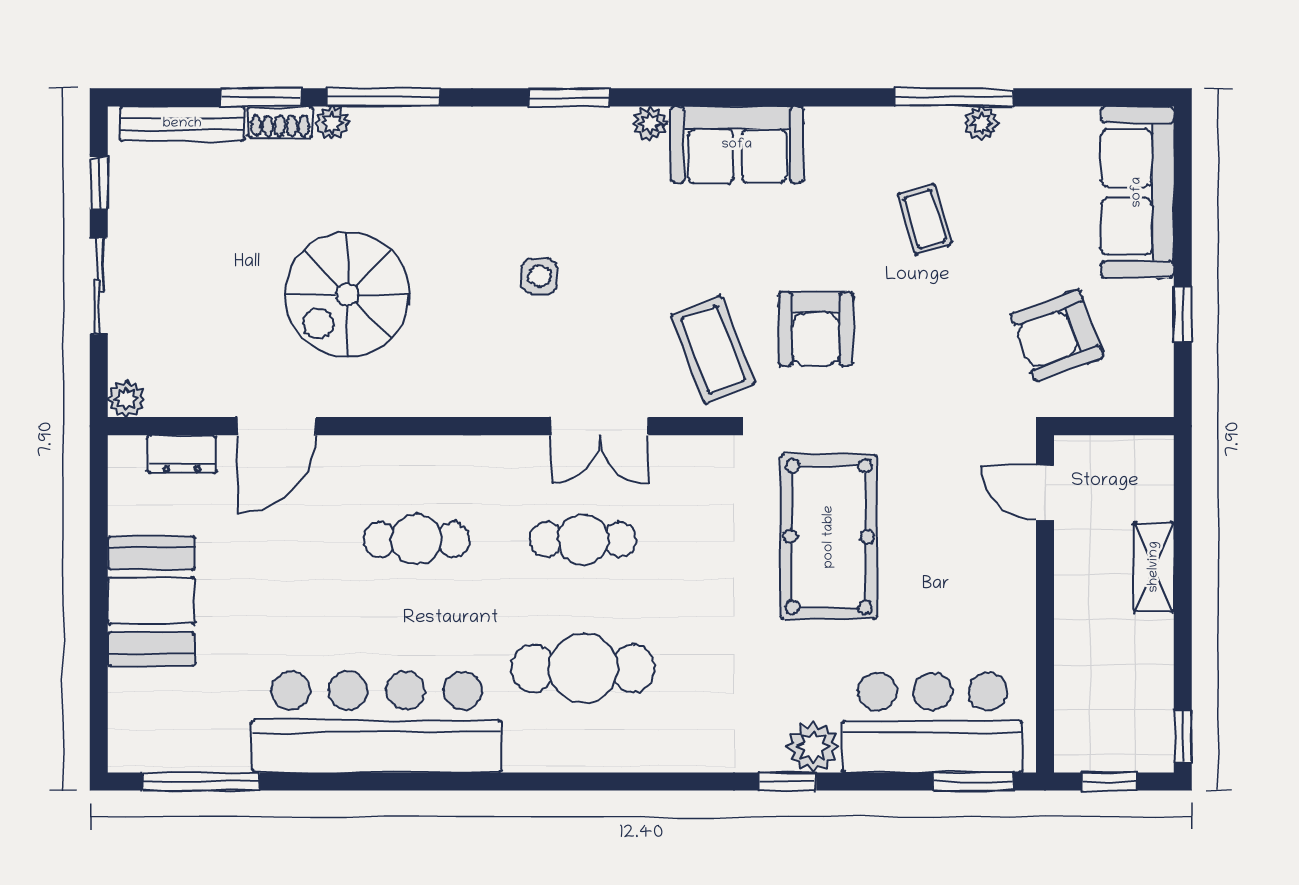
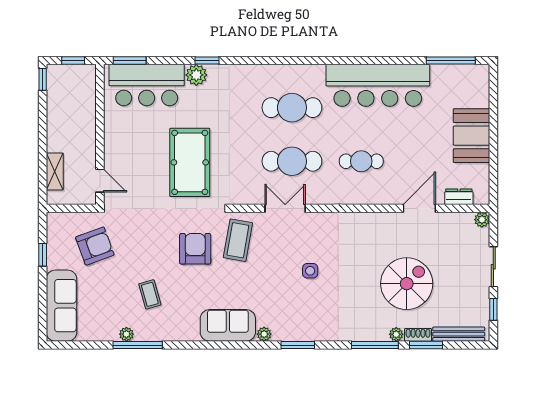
spiral stairs: (347, 295) -> (407, 284), moved
coffee table: (713, 349) -> (238, 240), turned 31
cafe table: (583, 539) -> (292, 161), width x1.37, depth x1.35
shelving: (1154, 567) -> (55, 172), moved

